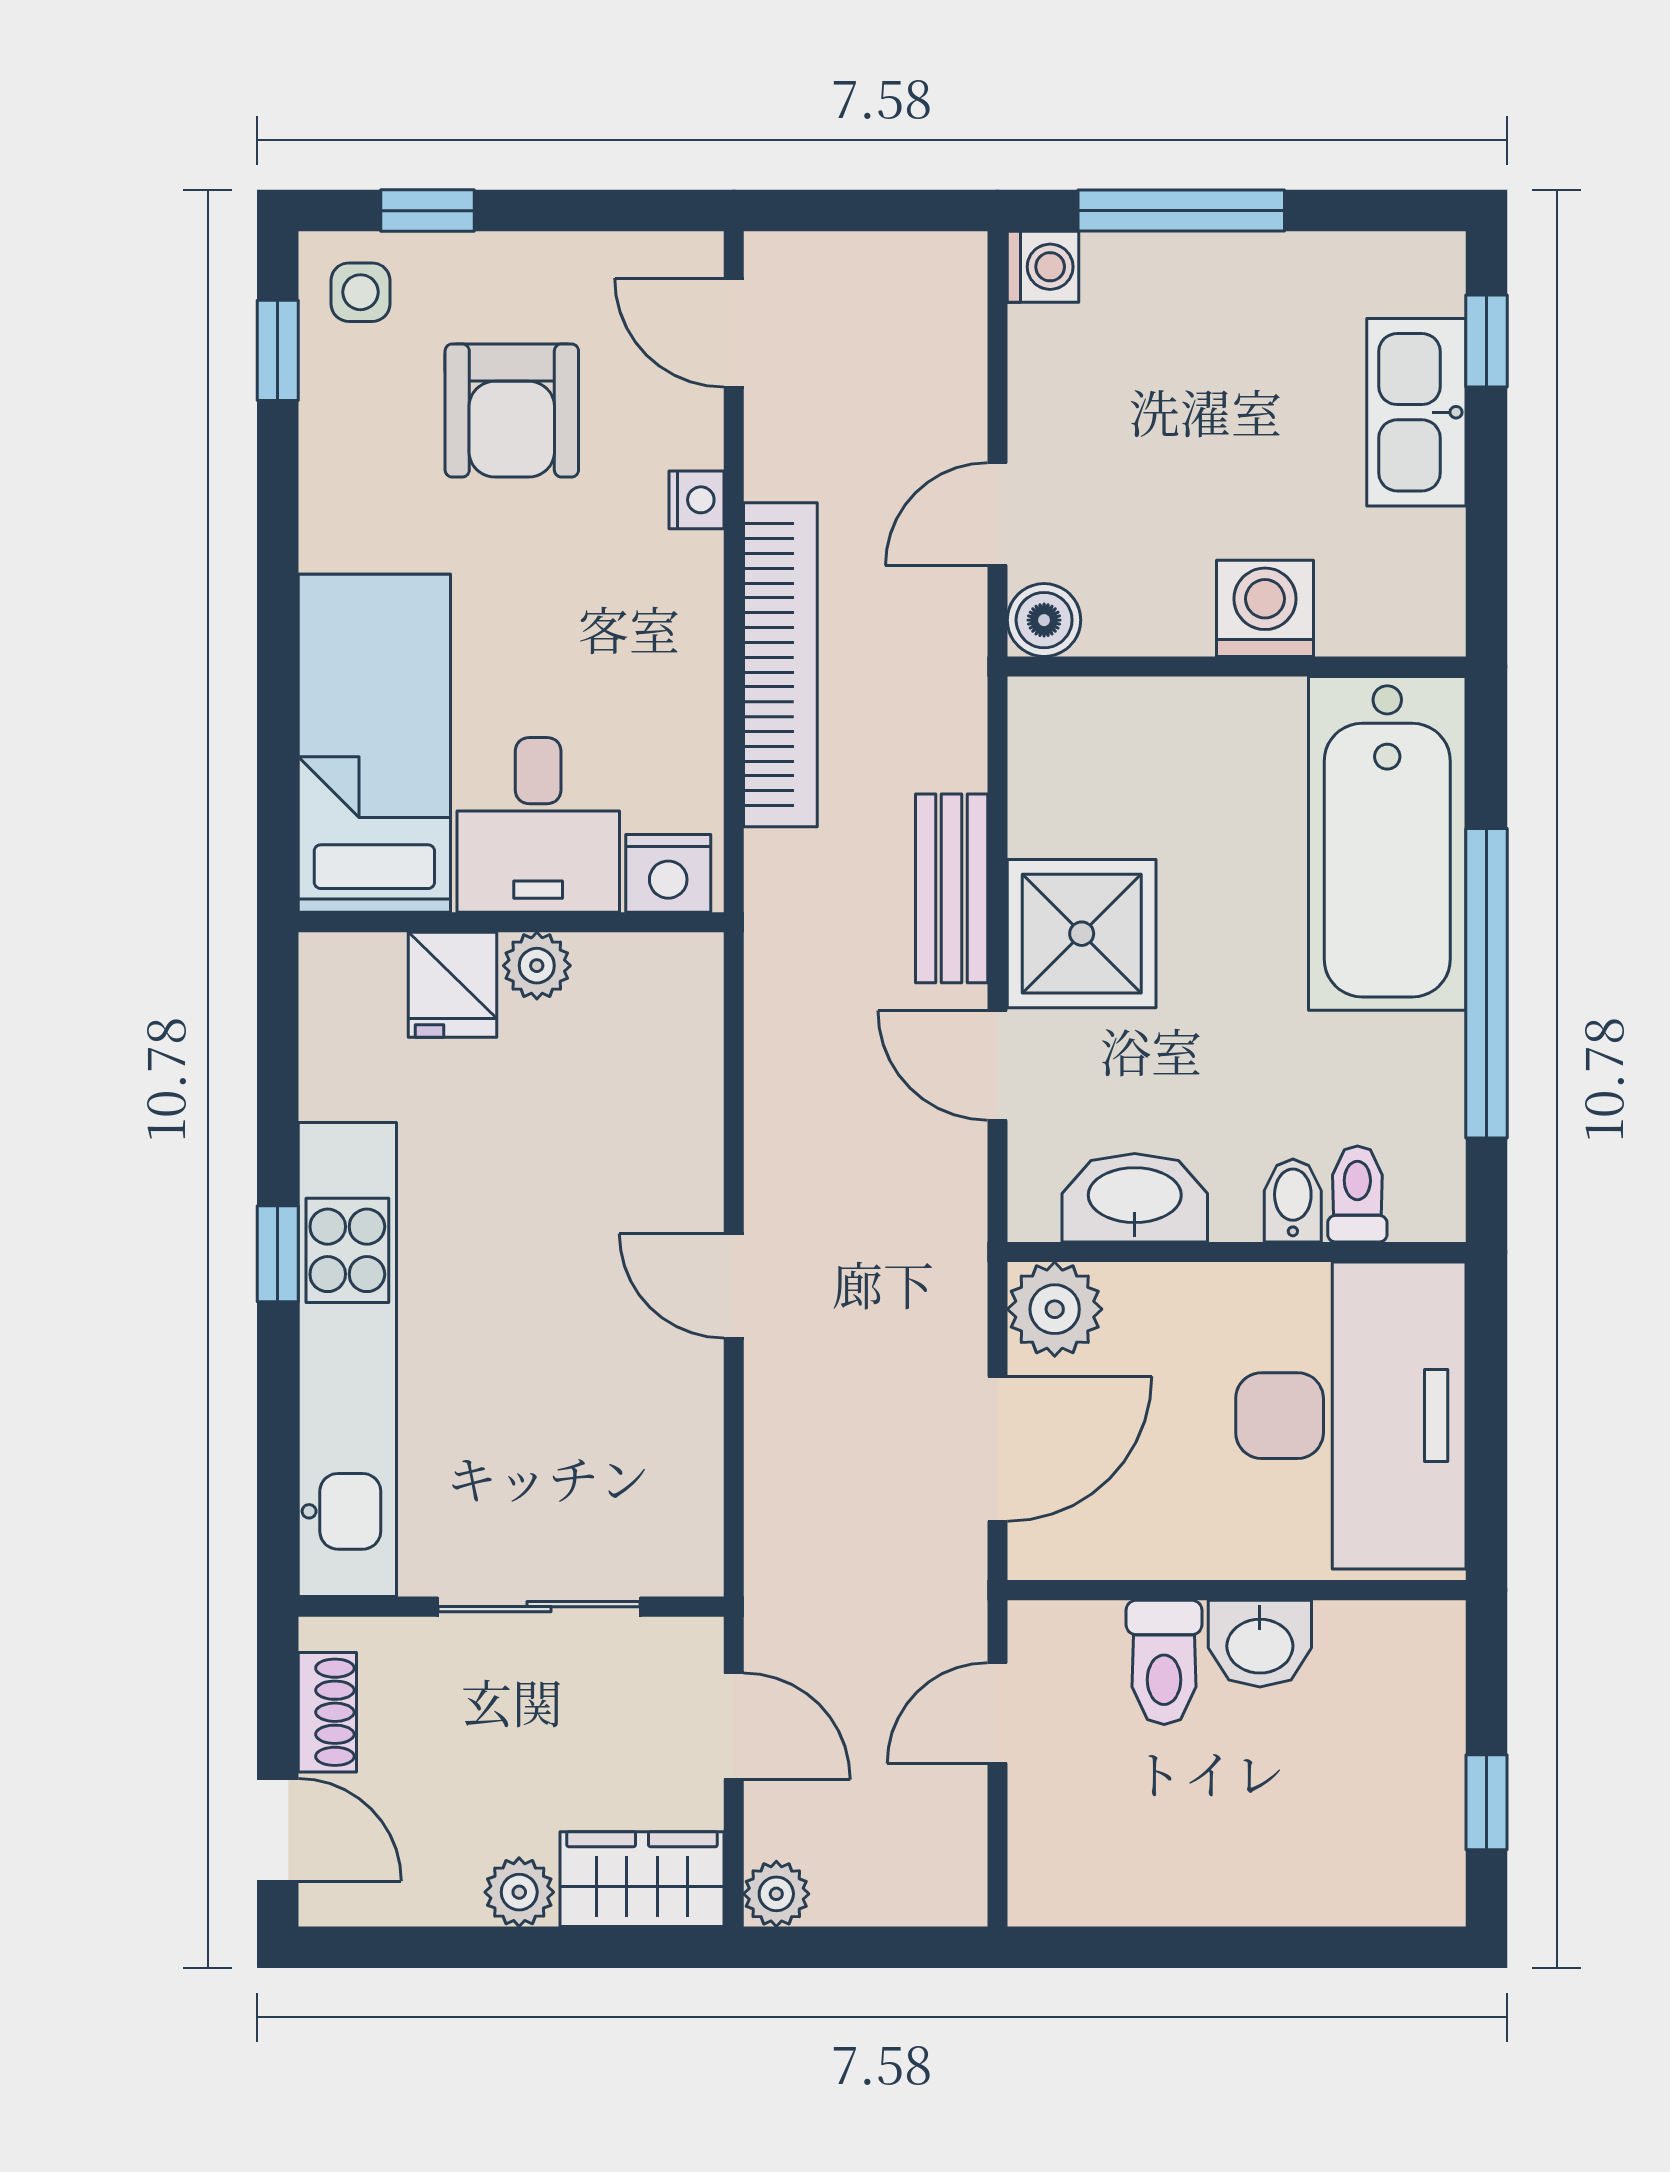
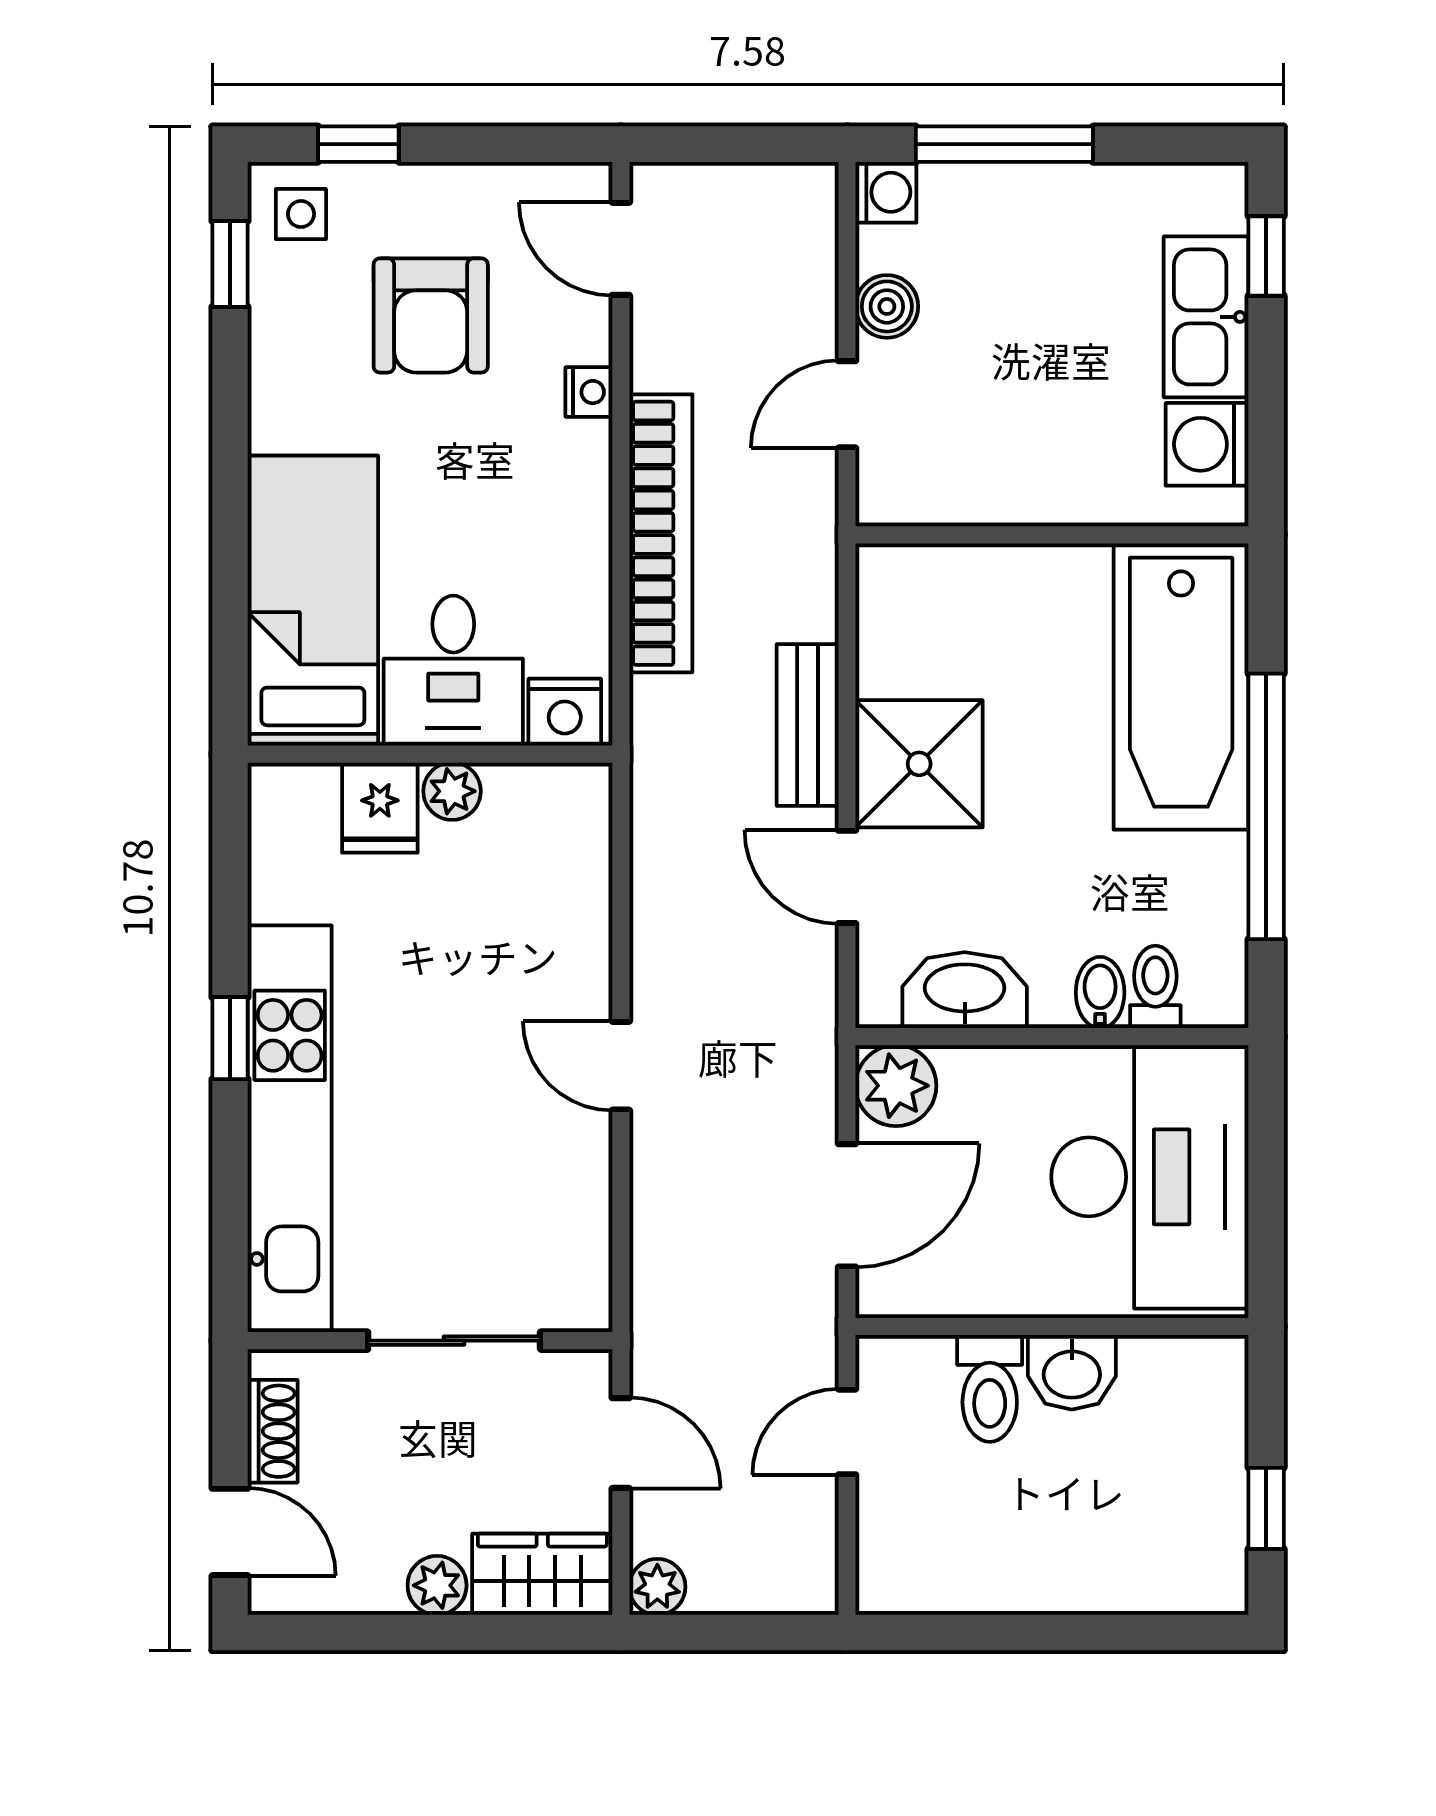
washing machine: (1265, 608) -> (1207, 444), moved, turned -90
boiler: (1044, 620) -> (887, 306), moved

